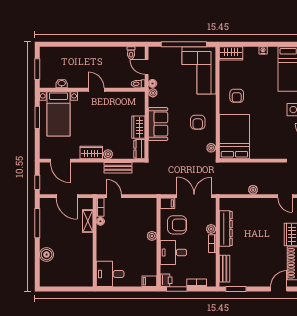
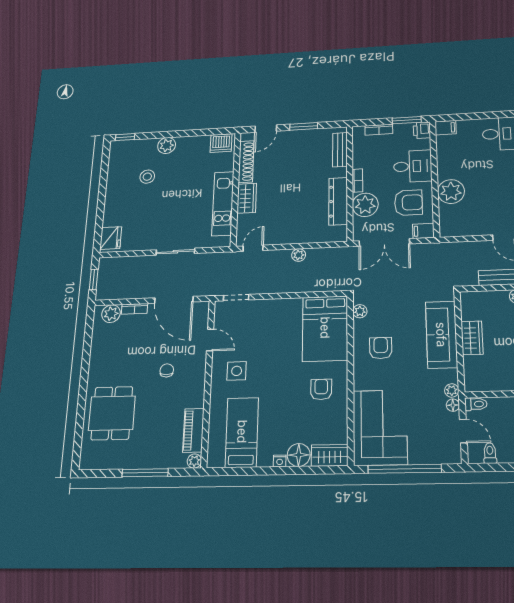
floor lamp: (251, 54) -> (299, 455), added
sofa: (158, 124) -> (441, 335), width x1.36
dresser: (139, 149) -> (469, 305), removed
door: (285, 196) -> (253, 248), hinge flipped
armchair: (177, 225) -> (408, 203), turned 180
plant: (211, 229) -> (365, 205), width x1.87, depth x1.87
plant: (152, 236) -> (451, 192), width x1.88, depth x1.88
window: (236, 289) -> (304, 126), moved

